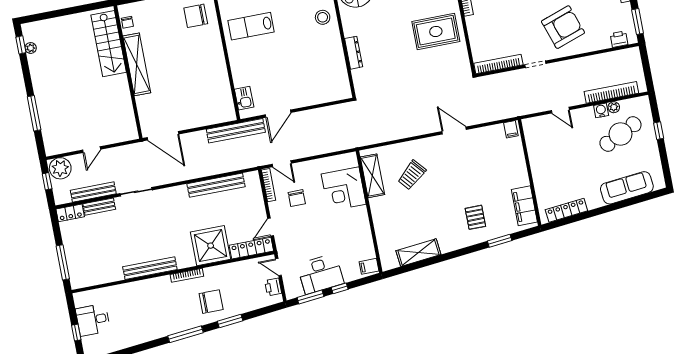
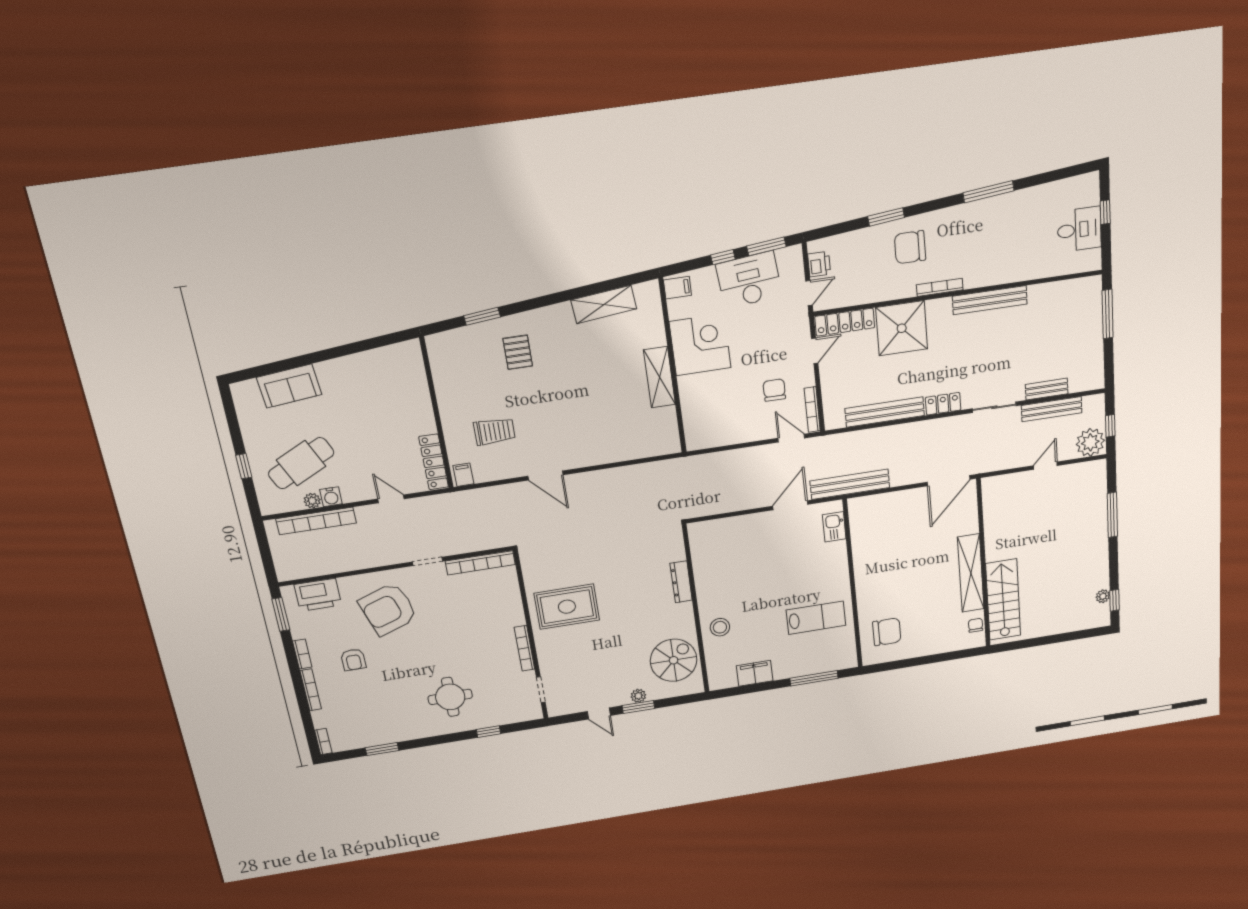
printer: (619, 39) -> (318, 595), width x1.87, depth x1.48
door: (163, 136) -> (949, 481), swing flipped
trolley: (412, 175) -> (494, 431), moved, turned 41
shelving: (372, 176) -> (660, 377), moved
sofa: (627, 188) -> (289, 386), width x0.73
corner desk: (344, 189) -> (700, 345), moved
filing cabinet: (524, 206) -> (444, 366), removed
locker: (566, 210) -> (434, 462), moved, turned 96
locker: (70, 213) -> (943, 404), moved
door: (278, 267) -> (809, 293), hinge flipped
window: (185, 334) -> (989, 192), moved

